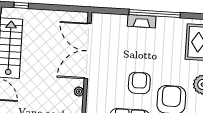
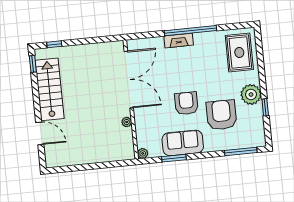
double door: (88, 51) -> (129, 80), swing flipped

